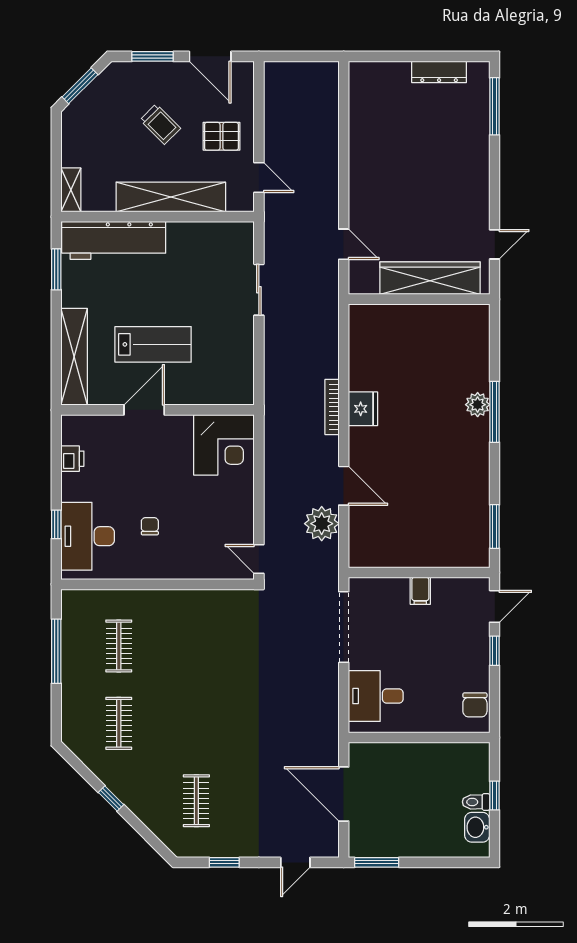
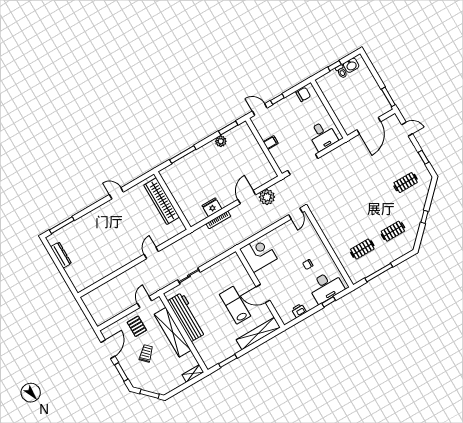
workbench: (114, 240) -> (187, 317), moved
wardrobe: (430, 278) -> (162, 201), moved
wall: (419, 299) -> (172, 201), moved
plant: (478, 405) -> (221, 141), moved

